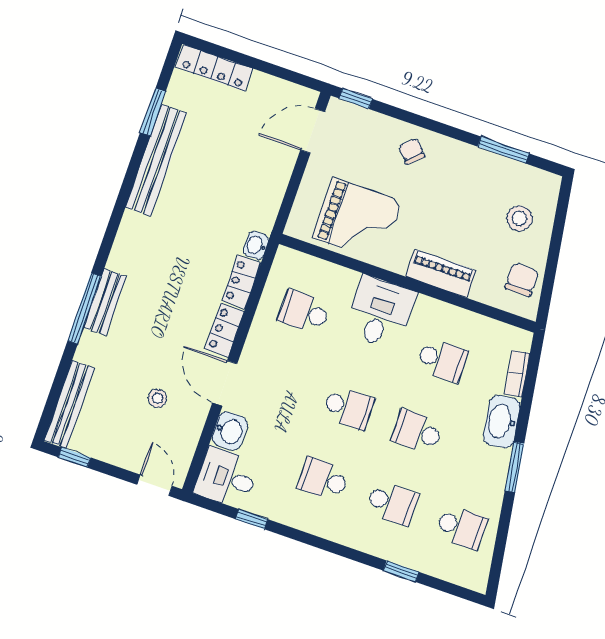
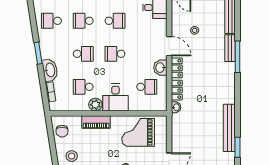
bench: (105, 302) -> (230, 48), moved
plant: (429, 312) -> (95, 105), added
washbasin: (230, 431) -> (160, 68), moved

